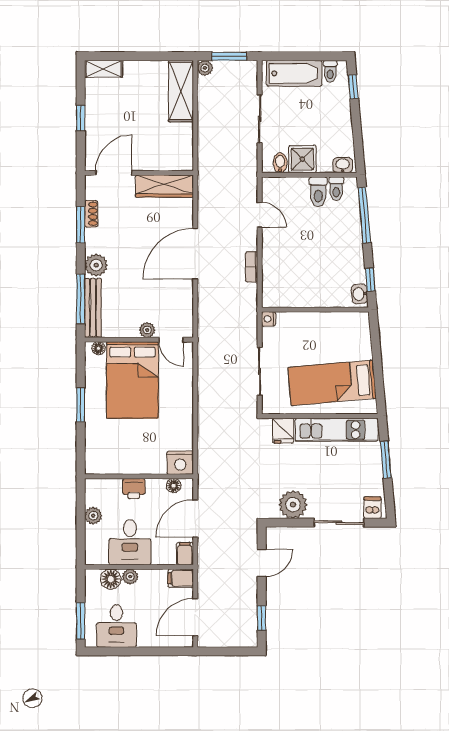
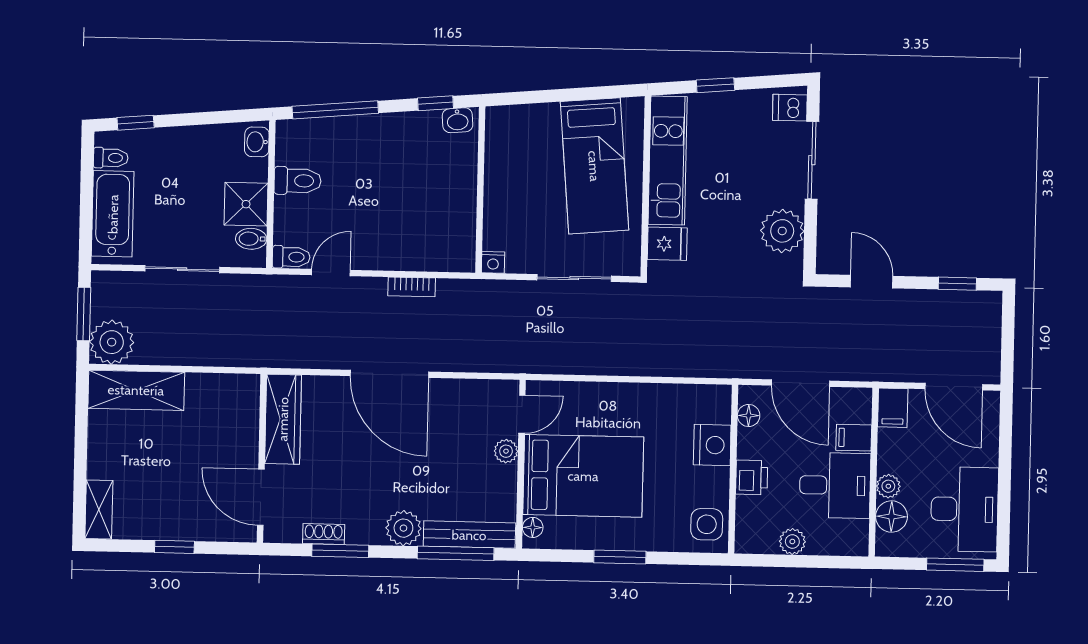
plant: (205, 68) -> (112, 342), width x1.88, depth x1.88
toilet: (336, 189) -> (291, 257), moved
window: (386, 459) -> (715, 85), width x0.67
side table: (103, 460) -> (707, 524), added
nightstand: (180, 463) -> (712, 445), moved
filing cabinet: (185, 554) -> (854, 438), moved
desk: (116, 626) -> (964, 509), width x1.37

